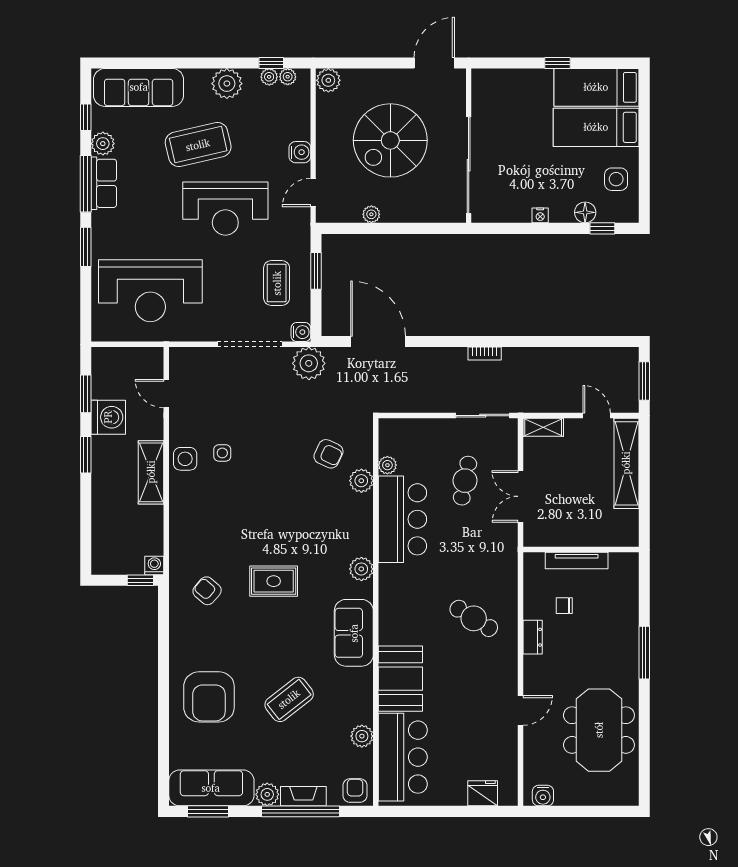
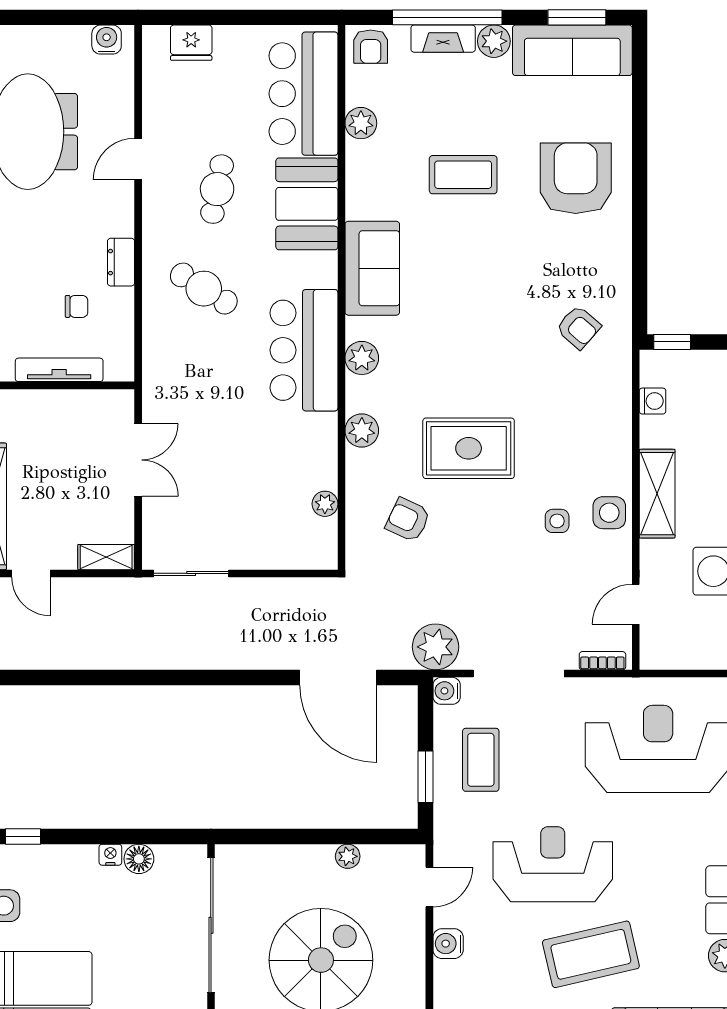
floor lamp: (585, 212) -> (139, 859), moved
bookcase: (485, 354) -> (602, 661), moved
door: (166, 394) -> (636, 604), swing flipped
plant: (361, 481) -> (362, 431), moved
cafe table: (465, 481) -> (217, 189), moved
bar counter: (402, 519) -> (304, 350), moved
washing machine: (154, 566) -> (652, 401), moved, turned -90
rug: (274, 581) -> (469, 448), moved, width x1.36, depth x1.43
coffee table: (289, 699) -> (463, 175), turned 38

